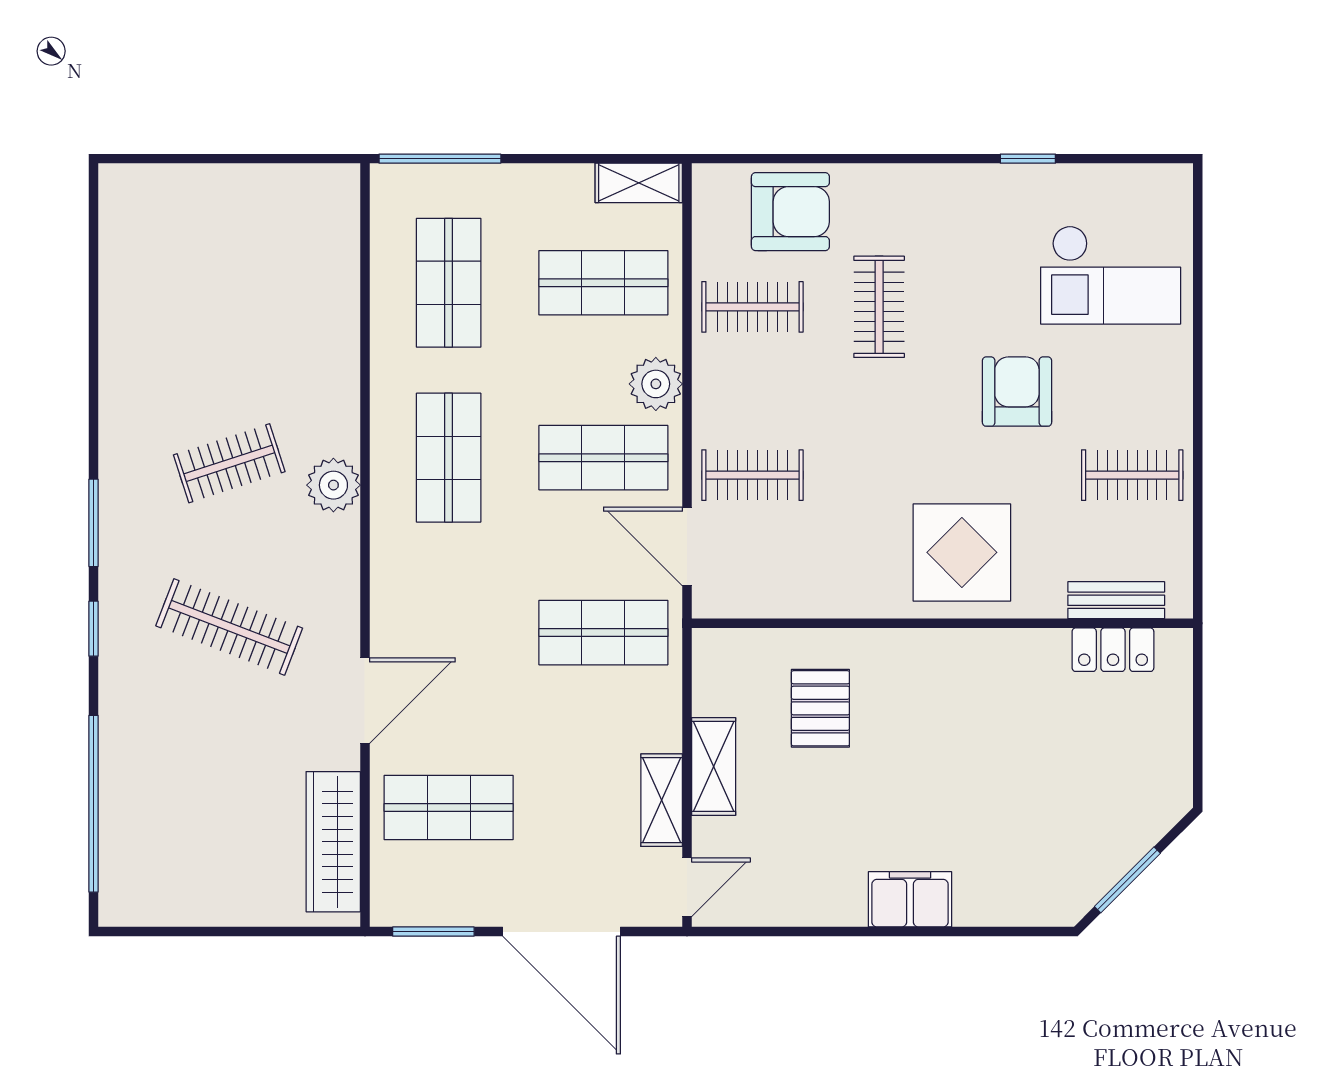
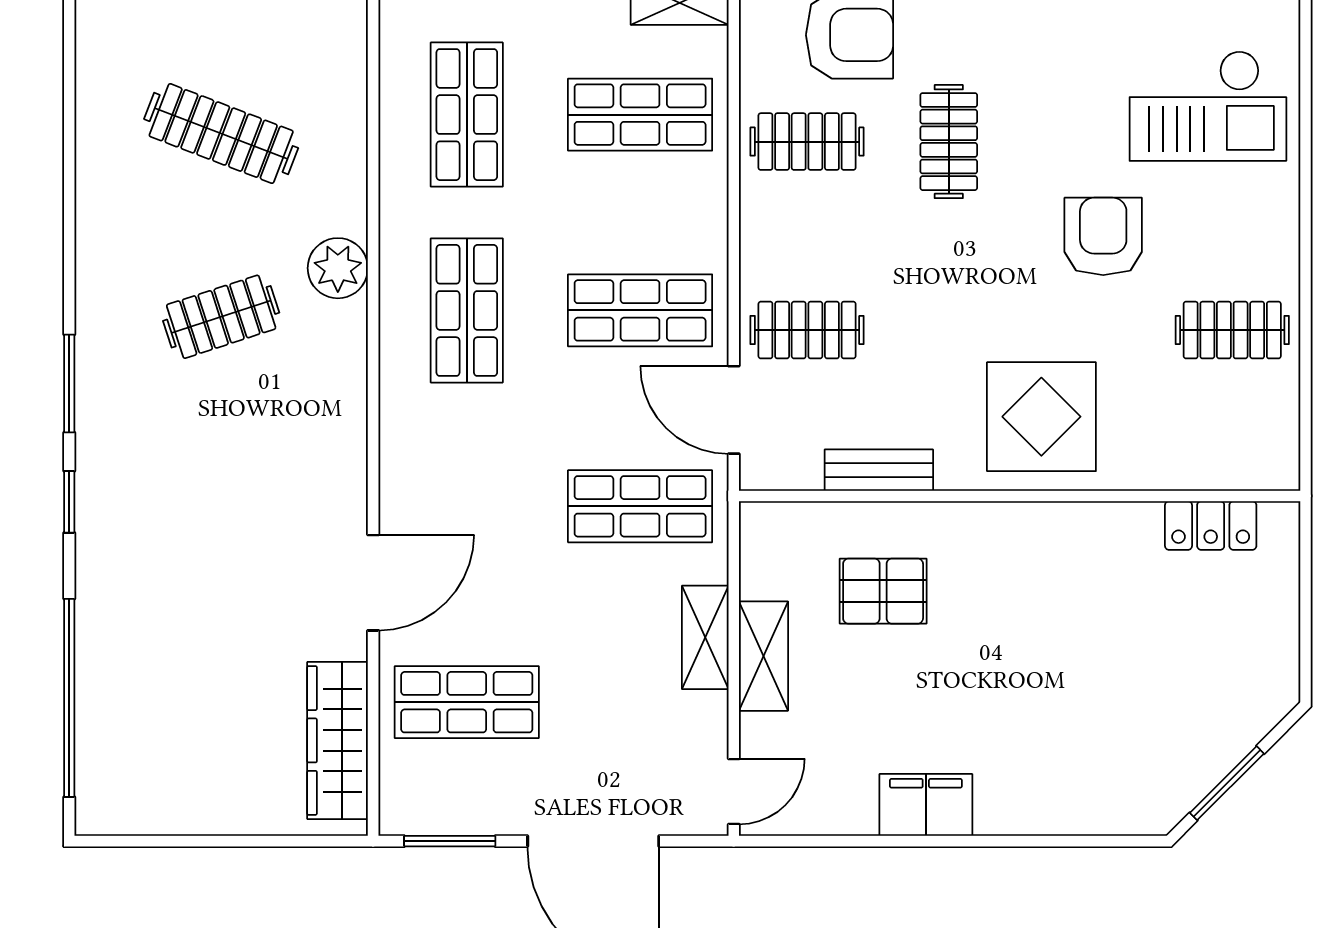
plant: (656, 384) -> (699, 228), removed
plant: (333, 485) -> (338, 268), moved
bench: (1116, 600) -> (879, 470), moved
clothes rail: (229, 627) -> (221, 134), moved
pallet: (820, 708) -> (883, 591), turned 90
shelving: (662, 800) -> (705, 637), moved
filing cabinet: (910, 899) -> (926, 805), moved

